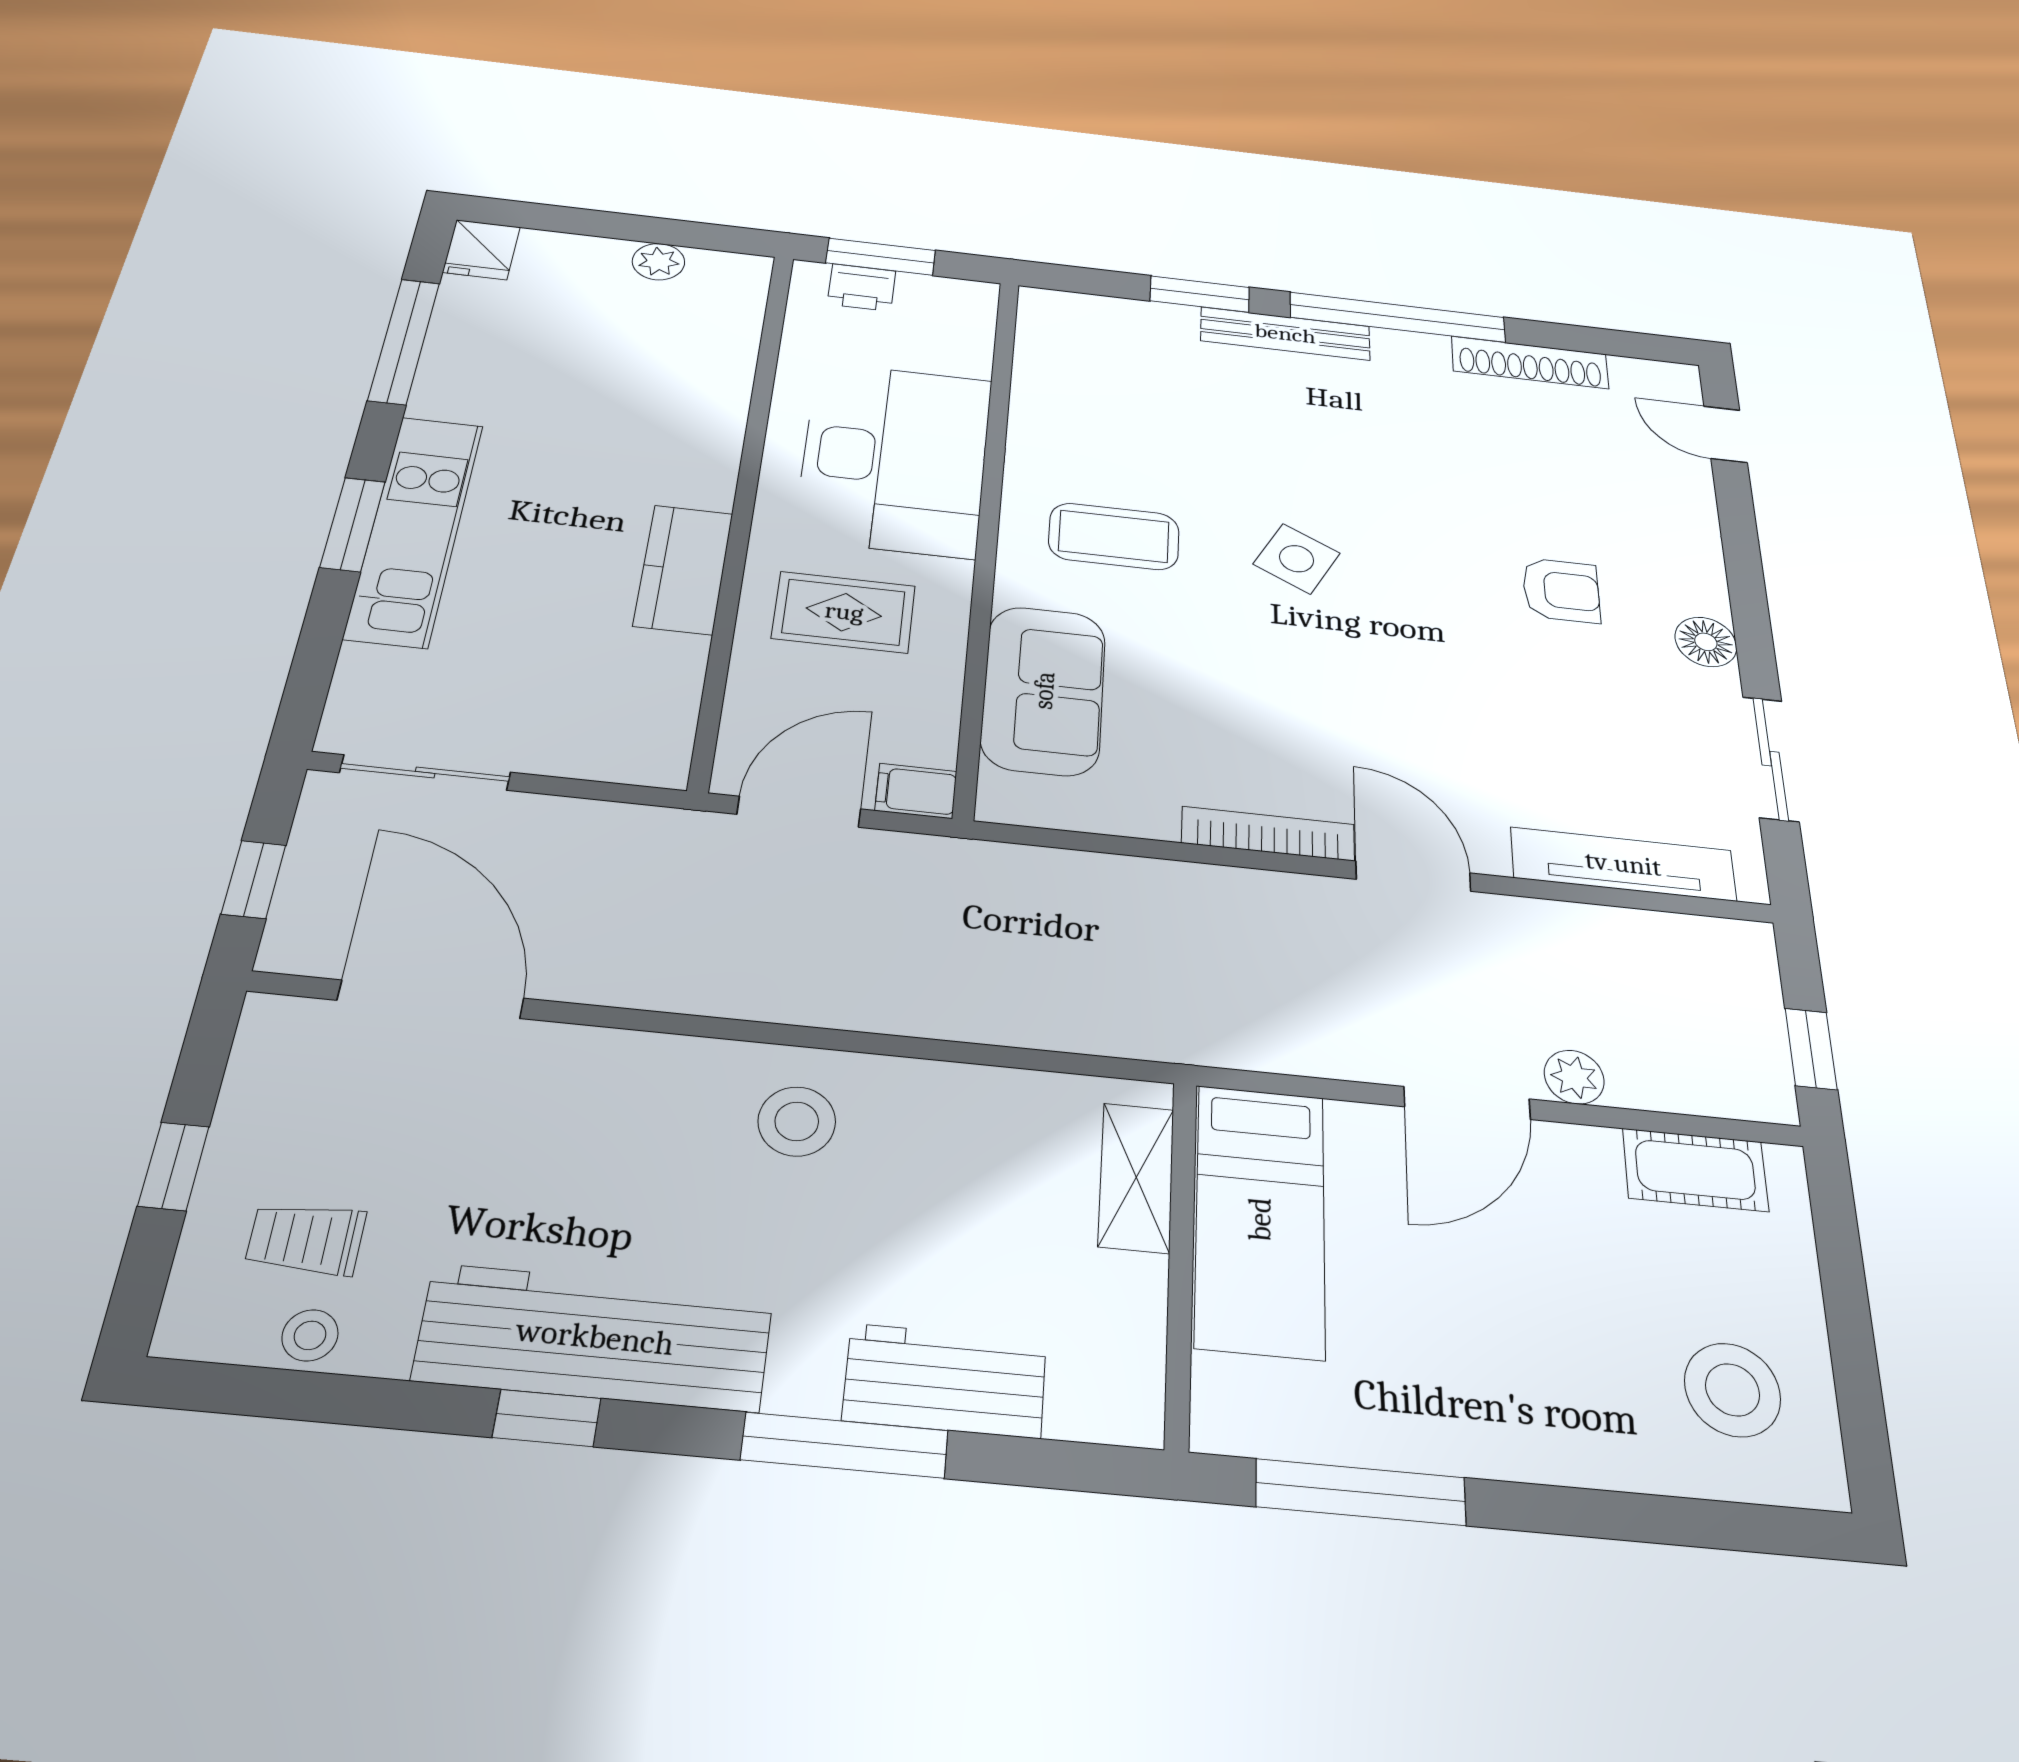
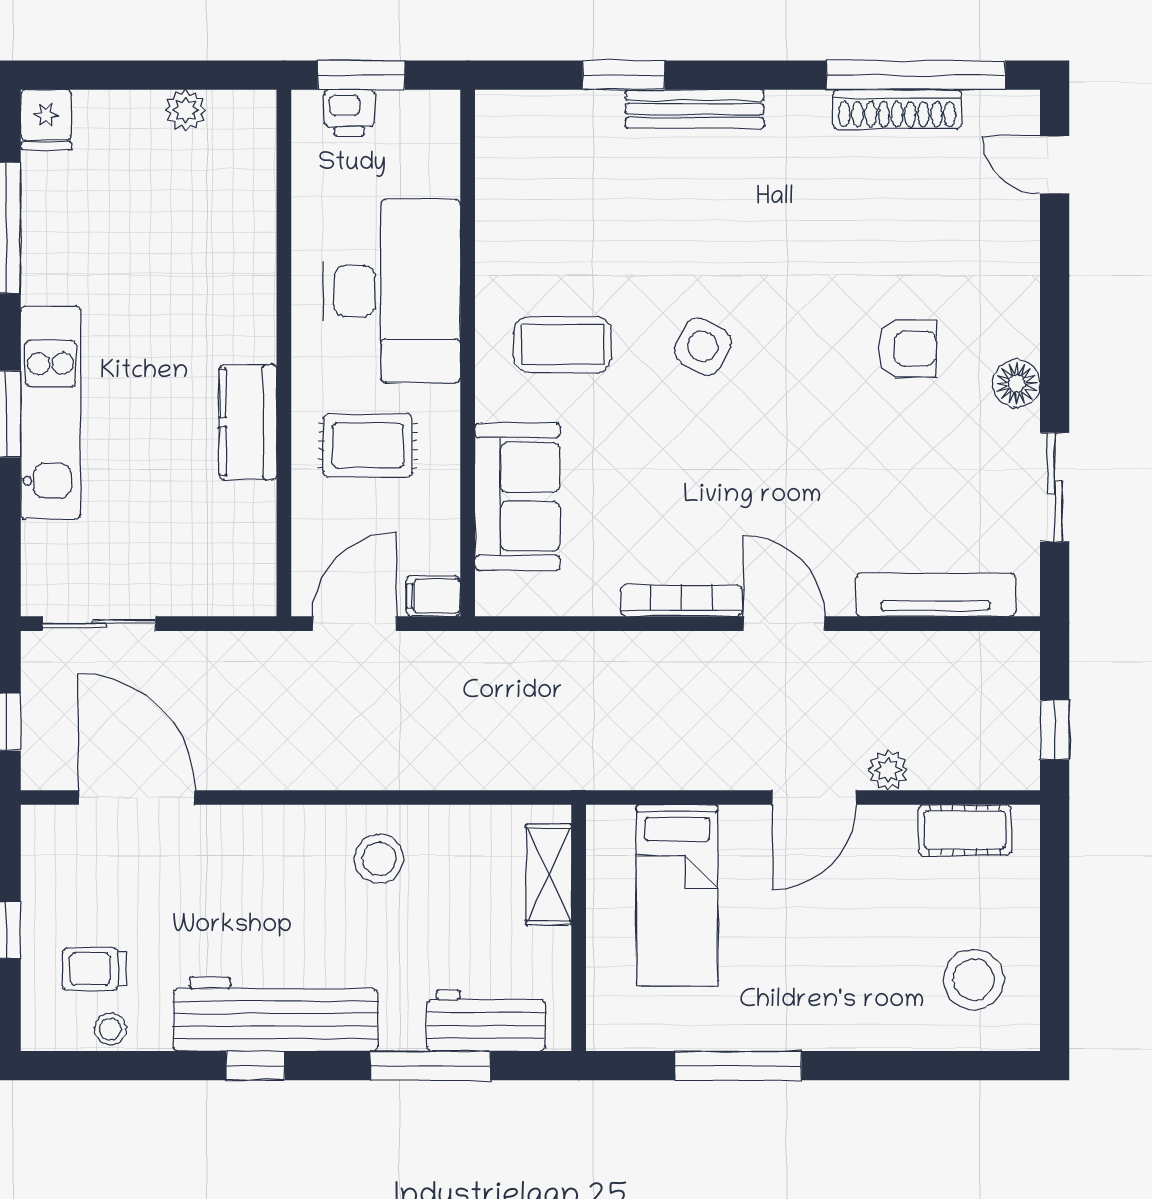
window: (1398, 317) -> (916, 75), moved
shelving: (1136, 1177) -> (549, 875), moved
wall: (1181, 1260) -> (579, 928), moved

